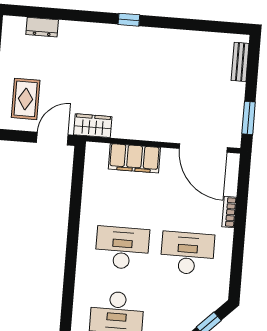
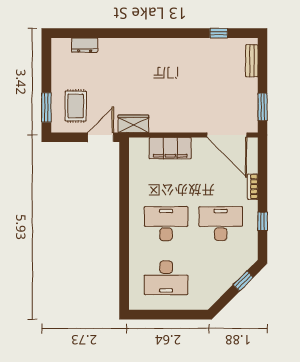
window: (129, 20) -> (219, 33), moved
window: (238, 254) -> (263, 221), added

